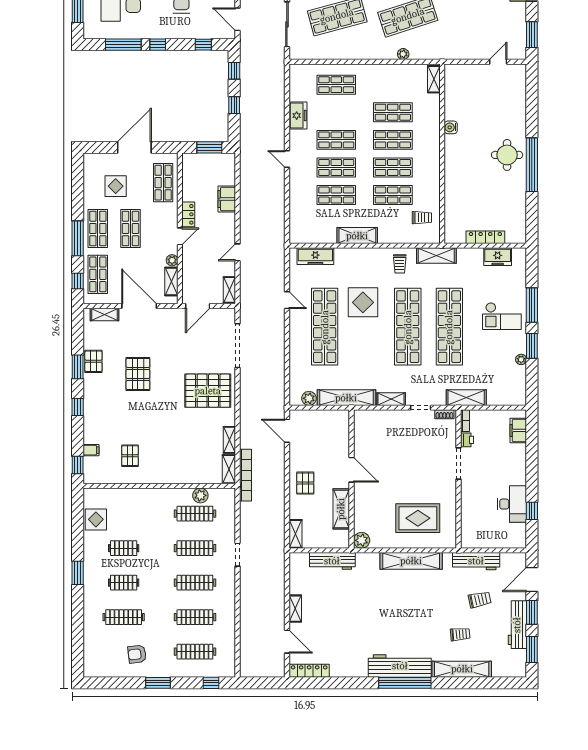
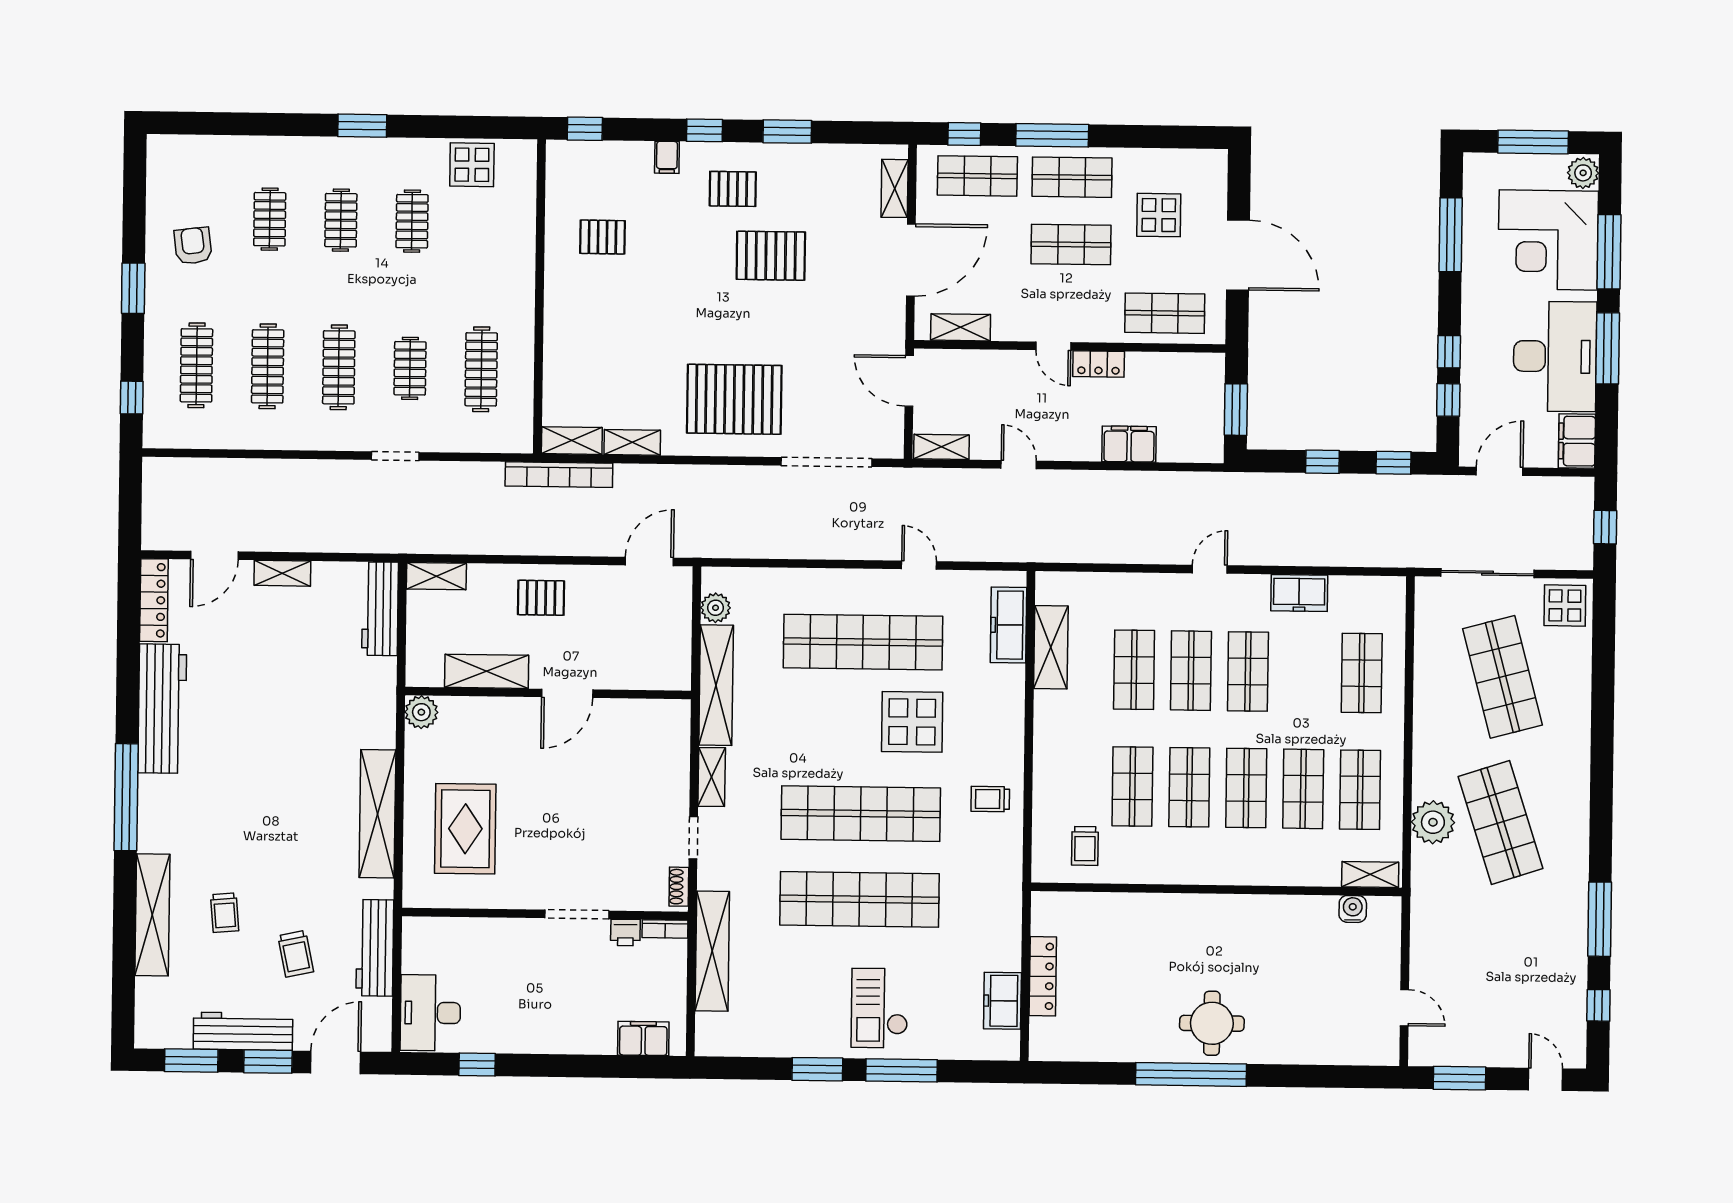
window: (158, 45) -> (1449, 352), moved
plant: (403, 54) -> (1433, 822), width x1.88, depth x1.88
shop shelf: (393, 85) -> (1360, 790), added
water cooler: (451, 127) -> (1353, 909), moved
shelving: (357, 236) -> (1051, 647), moved
shelving: (436, 256) -> (1006, 875), removed
plant: (172, 260) -> (1004, 329), removed
door: (287, 300) -> (919, 565), swing flipped
plant: (521, 359) -> (790, 1046), removed
pallet: (93, 361) -> (733, 189), moved
pallet: (208, 391) -> (734, 399), turned 90
shelving: (466, 398) -> (712, 951), width x1.47
filing cabinet: (91, 450) -> (667, 157), moved
plant: (200, 495) -> (518, 381), removed
desk: (512, 504) -> (430, 1013), moved, turned 90
clothes rail: (195, 548) -> (410, 368), width x0.73
workbench: (332, 561) -> (380, 609), moved
door: (532, 579) -> (336, 1062), hinge flipped
clothes rail: (124, 617) -> (270, 219), width x0.73
workbench: (400, 666) -> (162, 709), moved

